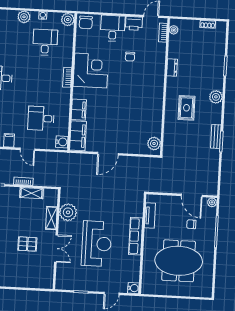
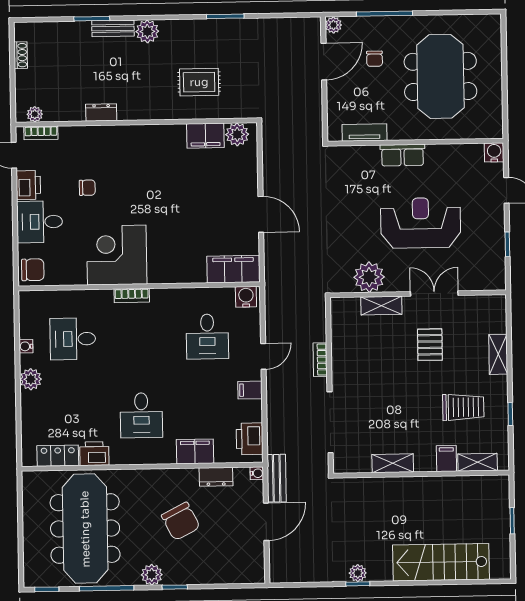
plant: (68, 20) -> (30, 302), removed
rug: (186, 108) -> (199, 82), moved
filing cabinet: (79, 110) -> (205, 136), moved, turned 180
bench: (216, 136) -> (113, 28), moved
shelving: (31, 193) -> (498, 354), moved
row of seats: (136, 236) -> (403, 155), width x0.68

